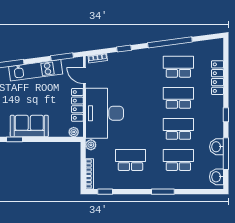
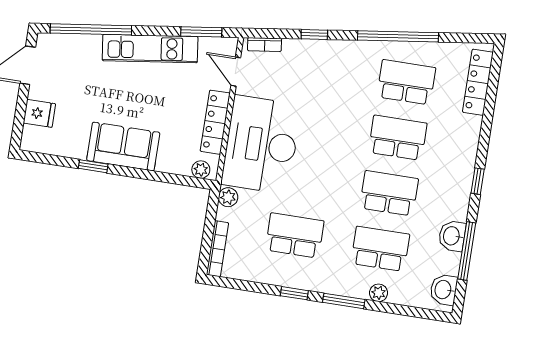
locker: (217, 78) -> (478, 82), moved
plant: (181, 184) -> (379, 293), added
window: (105, 192) -> (294, 293), moved

